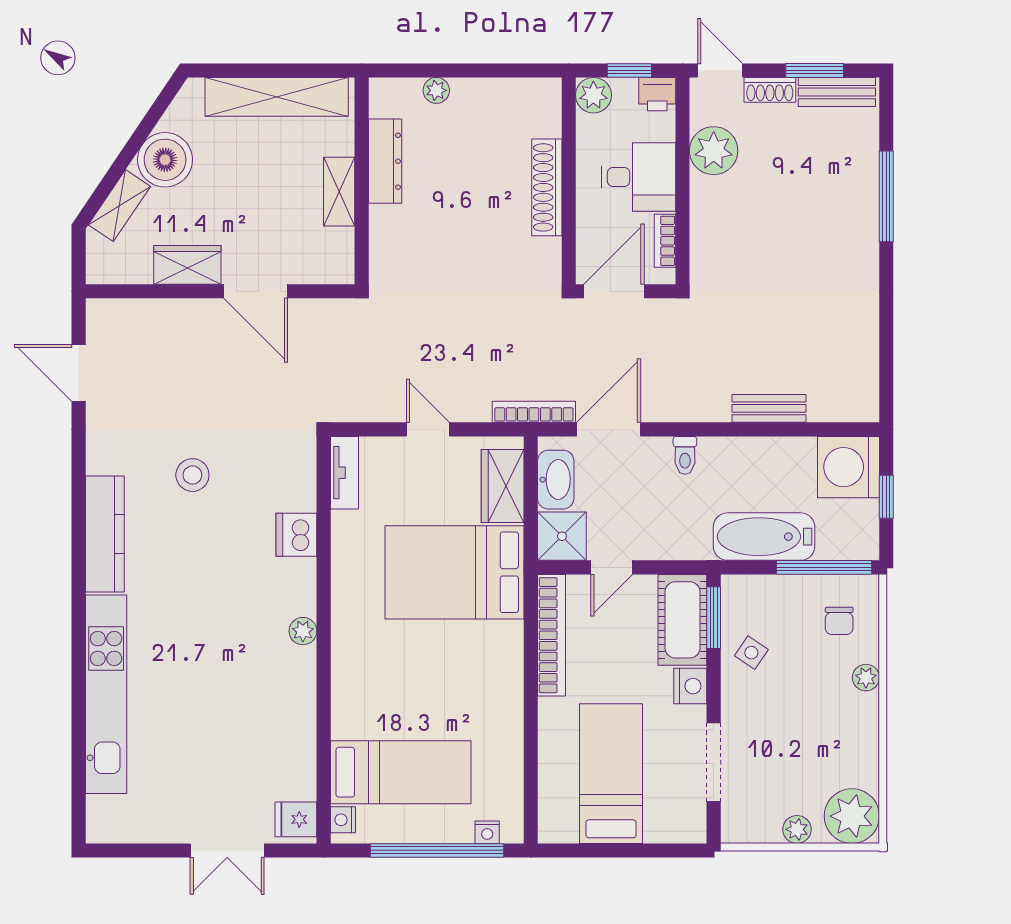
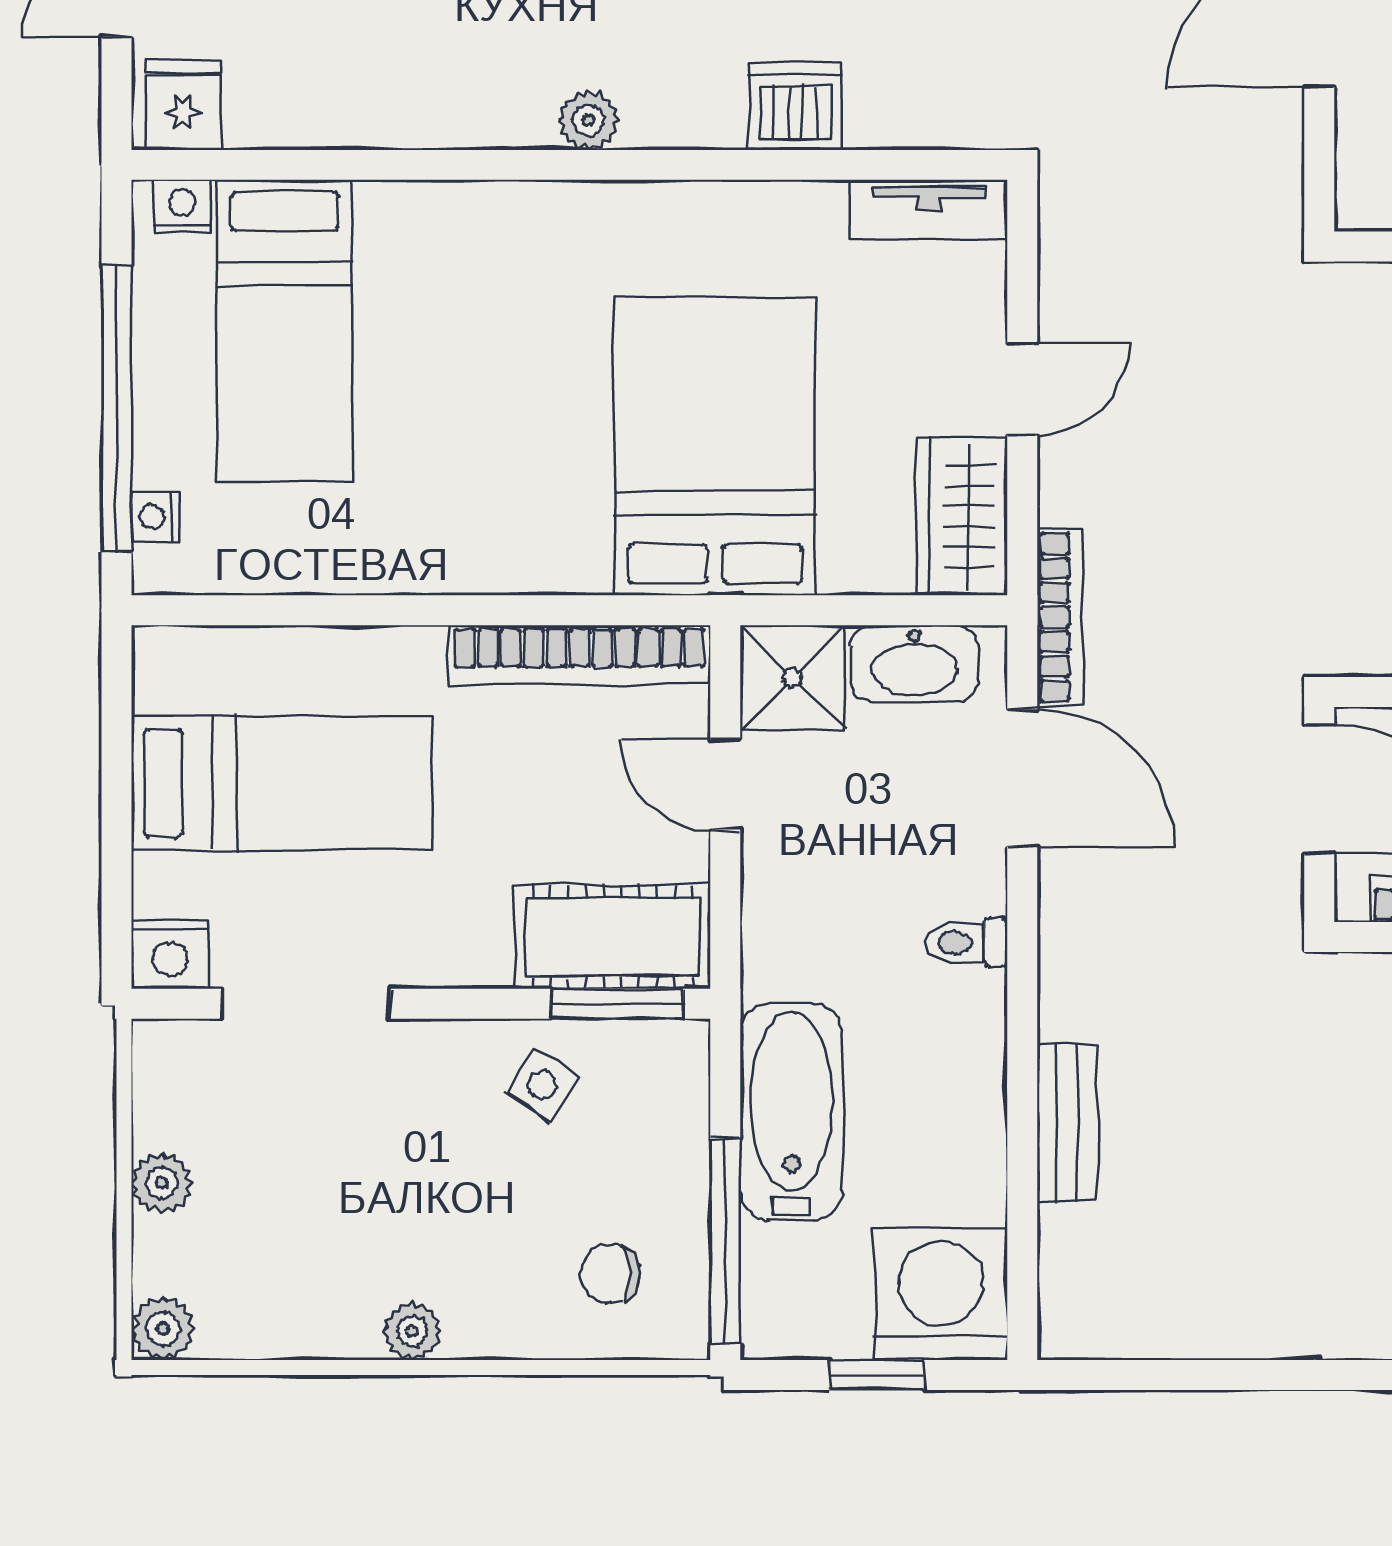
wardrobe: (503, 486) -> (962, 517), moved, turned -90
plant: (866, 678) -> (412, 1331), moved
nightstand: (690, 686) -> (170, 954), moved
plant: (852, 816) -> (163, 1329), width x0.53, depth x0.53

